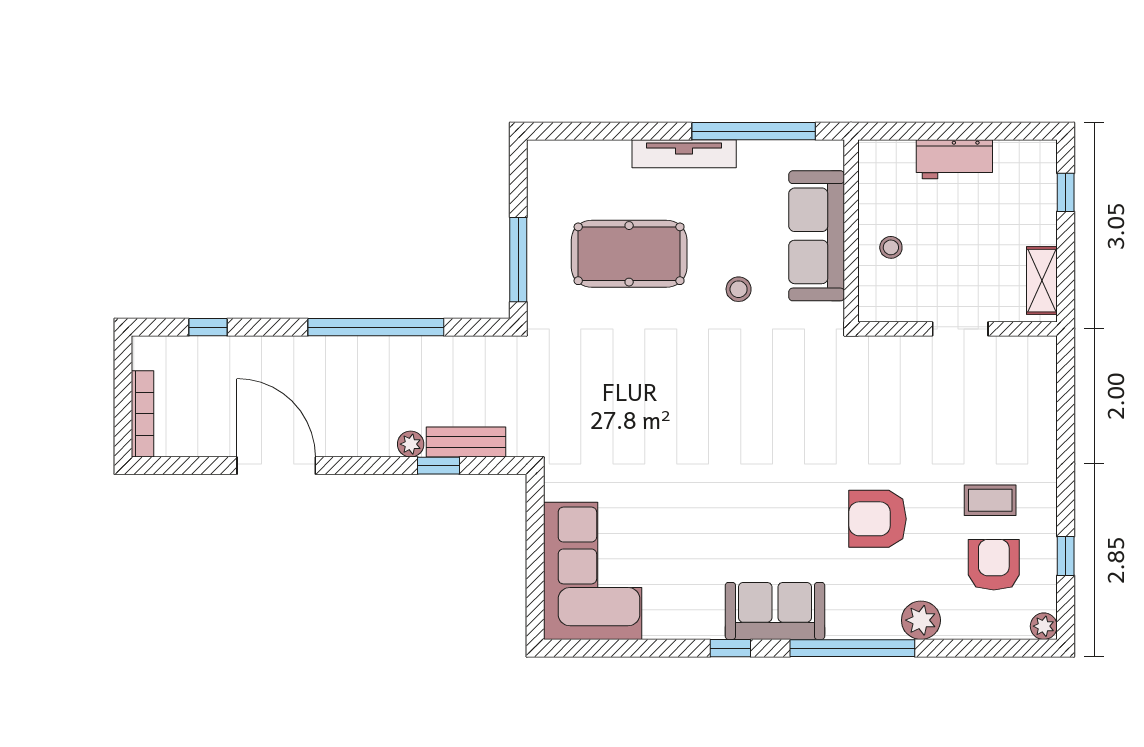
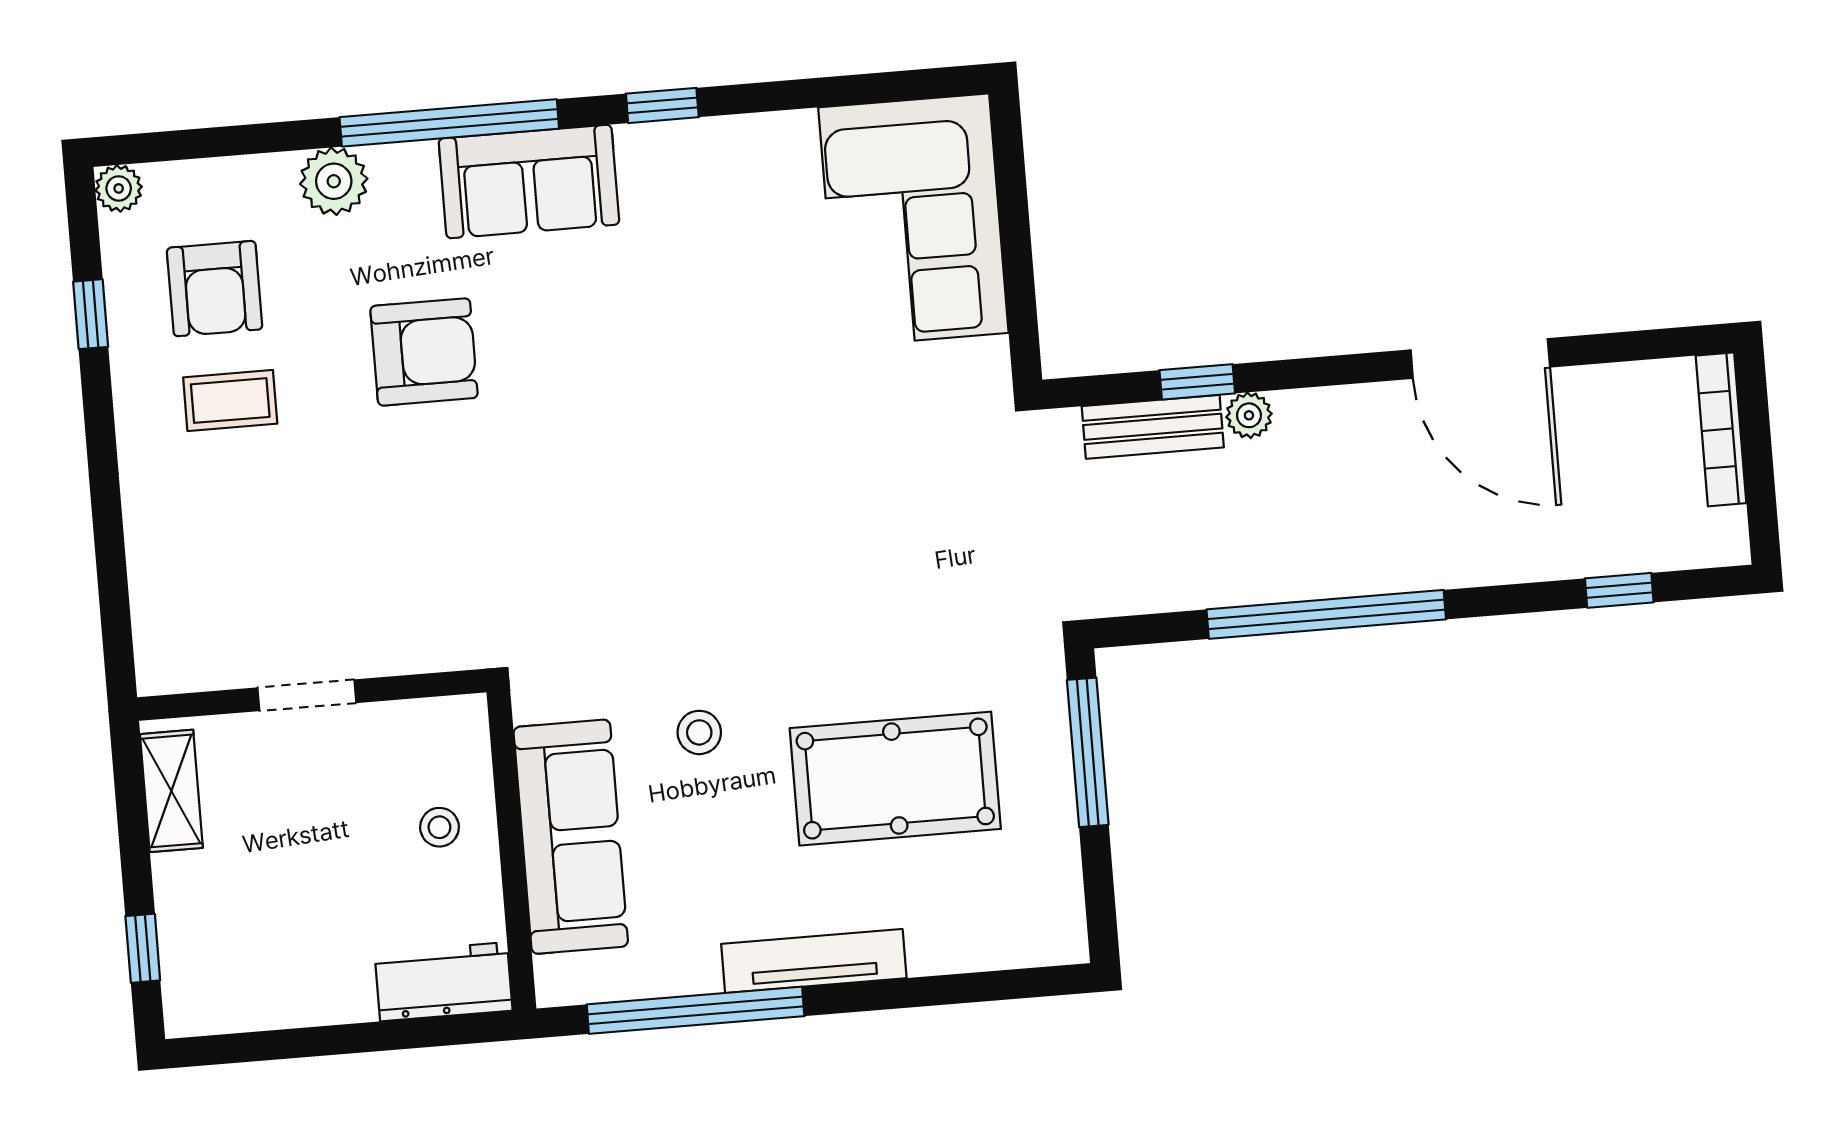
workbench: (954, 159) -> (444, 982), moved
sofa: (775, 611) -> (529, 182), moved

